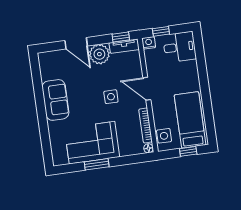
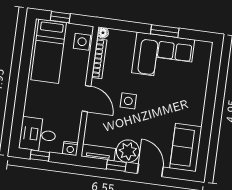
window: (161, 31) -> (40, 156), moved
window: (121, 37) -> (116, 166), moved
sofa: (55, 100) -> (186, 147), moved

